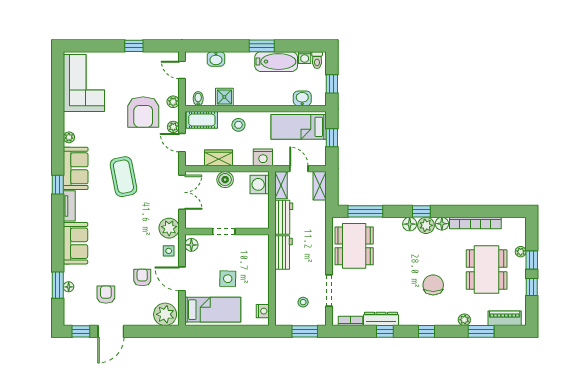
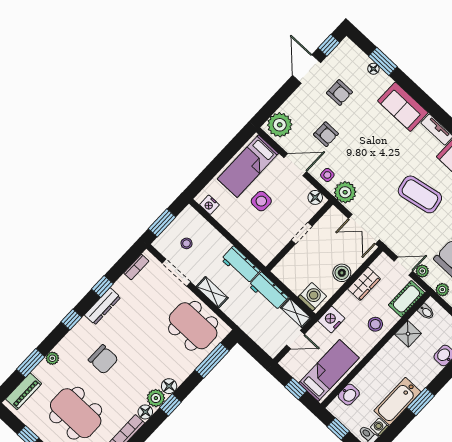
shelving: (320, 186) -> (212, 292), moved
dresser: (381, 319) -> (103, 306), moved

